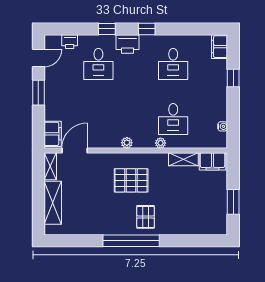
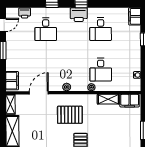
printer: (127, 44) -> (79, 15), moved
door: (75, 150) -> (39, 93), moved

